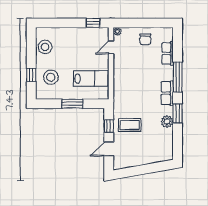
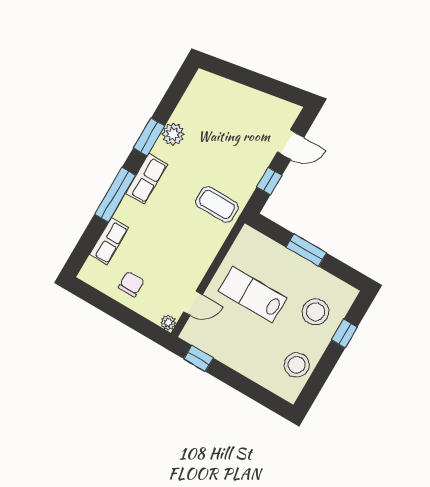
lab bench: (91, 79) -> (252, 295), moved
coffee table: (130, 125) -> (217, 204), moved

